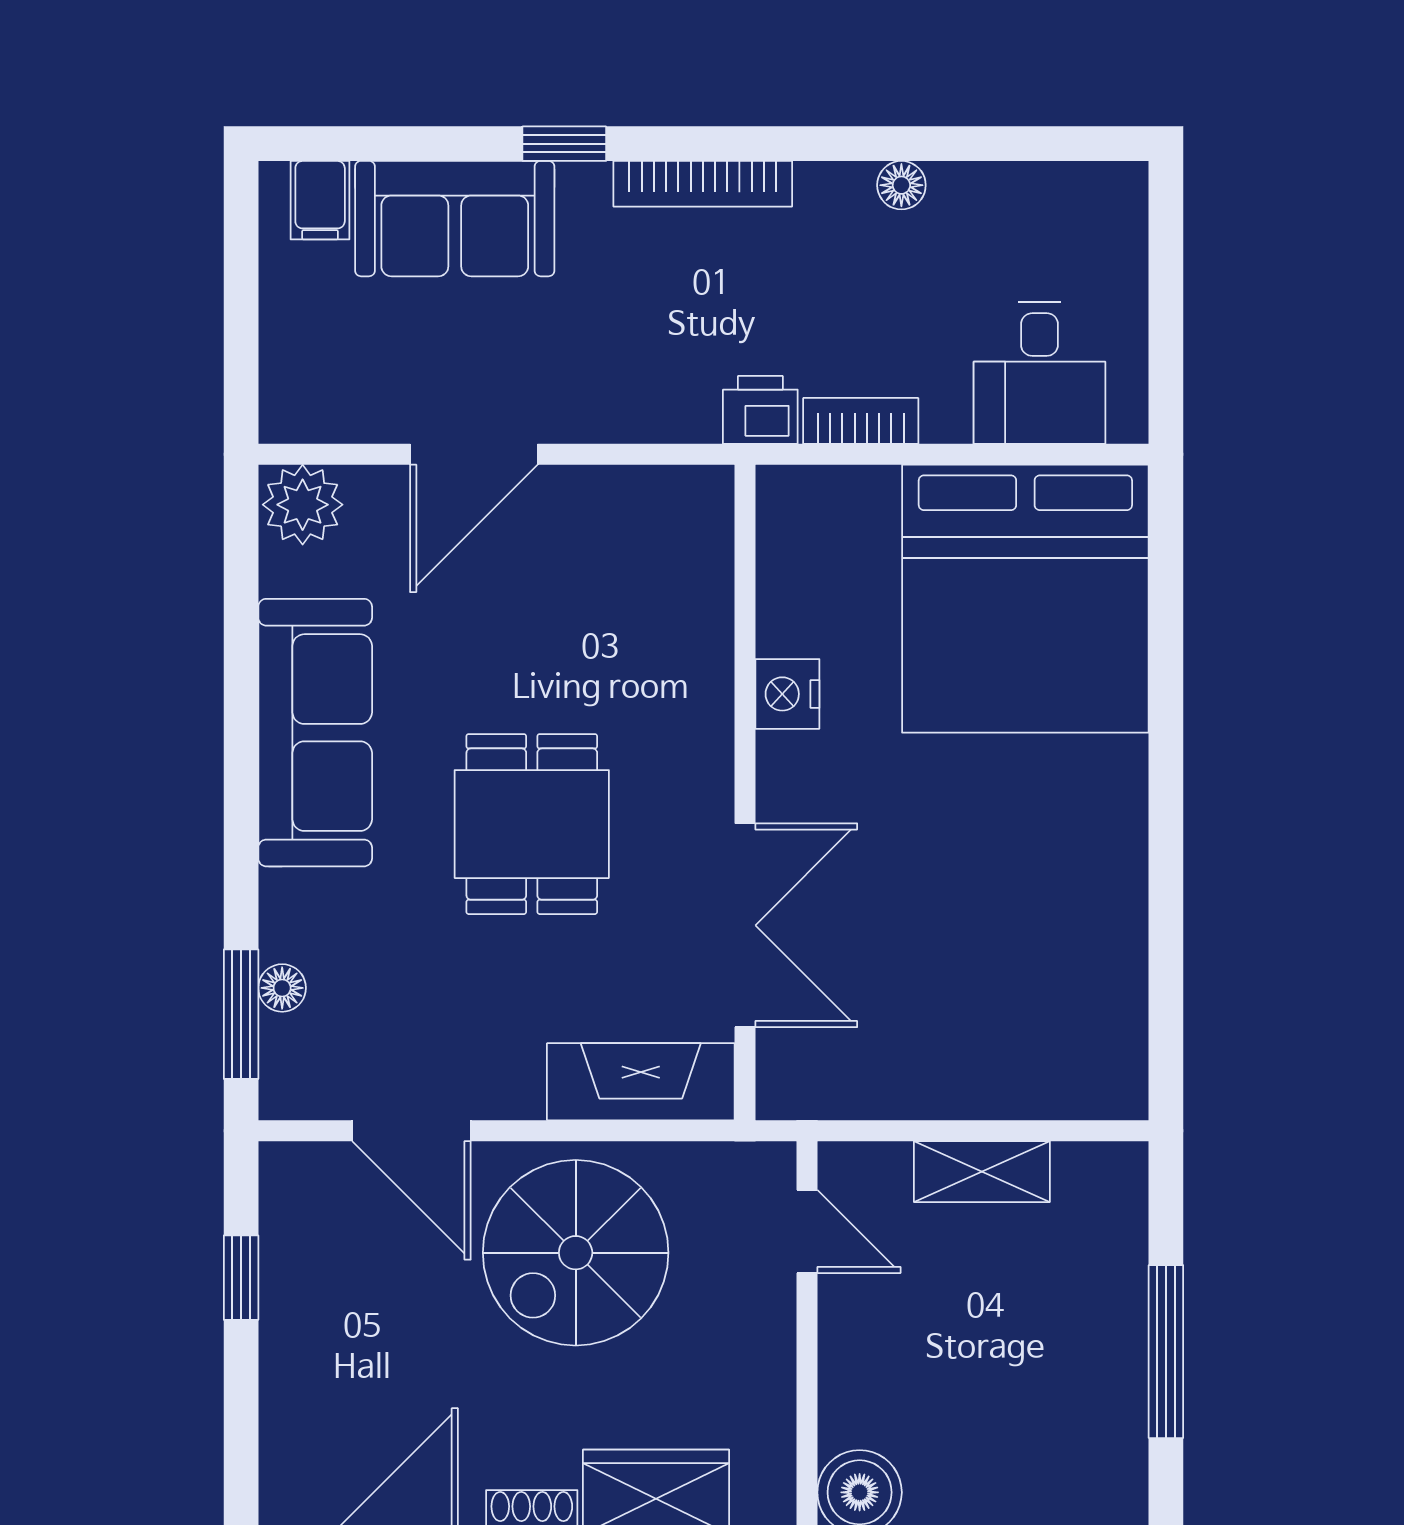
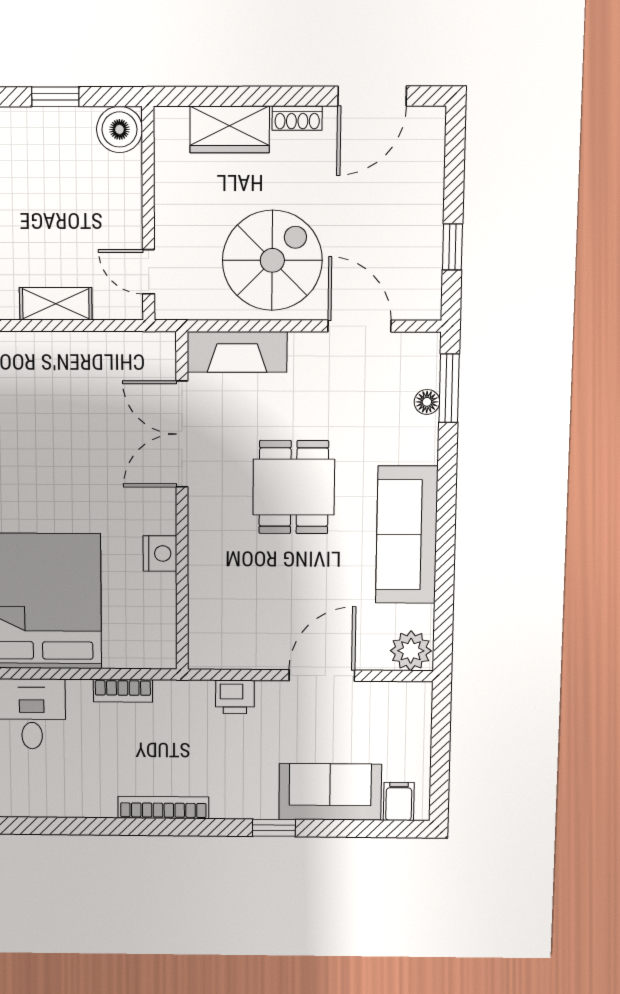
bookcase: (703, 184) -> (163, 807), moved
floor lamp: (901, 185) -> (103, 806), removed
printer: (760, 410) -> (235, 697), moved

